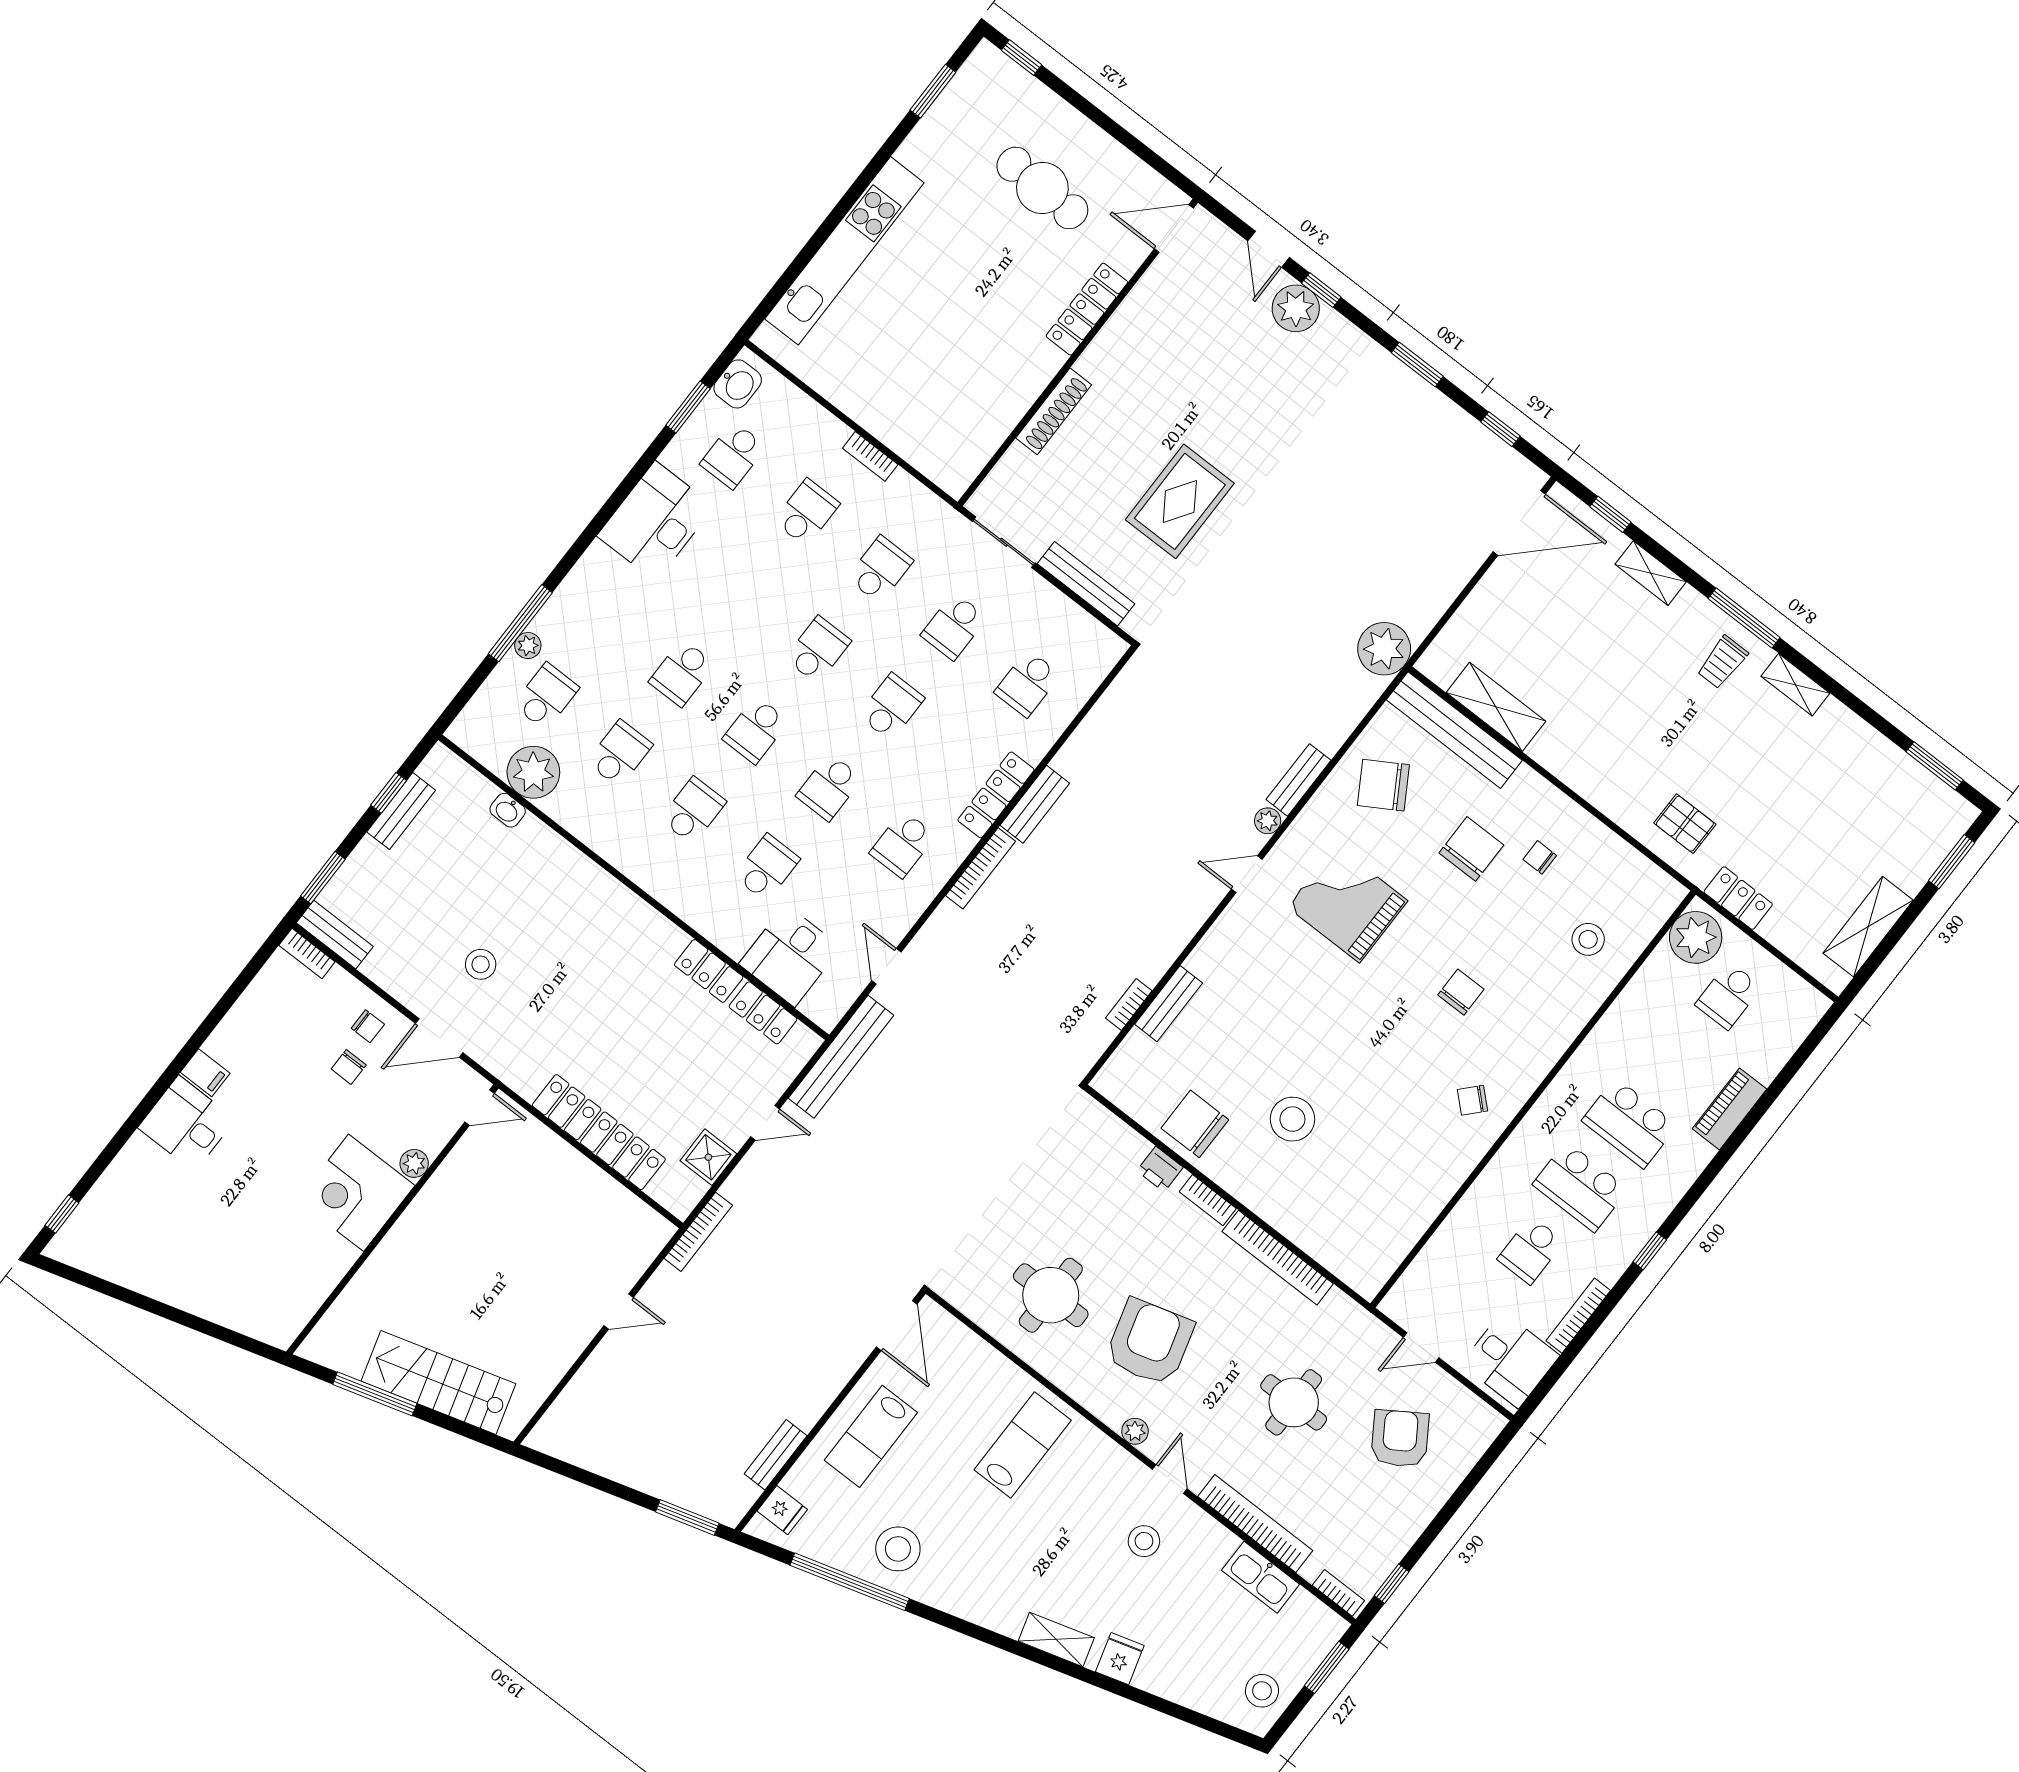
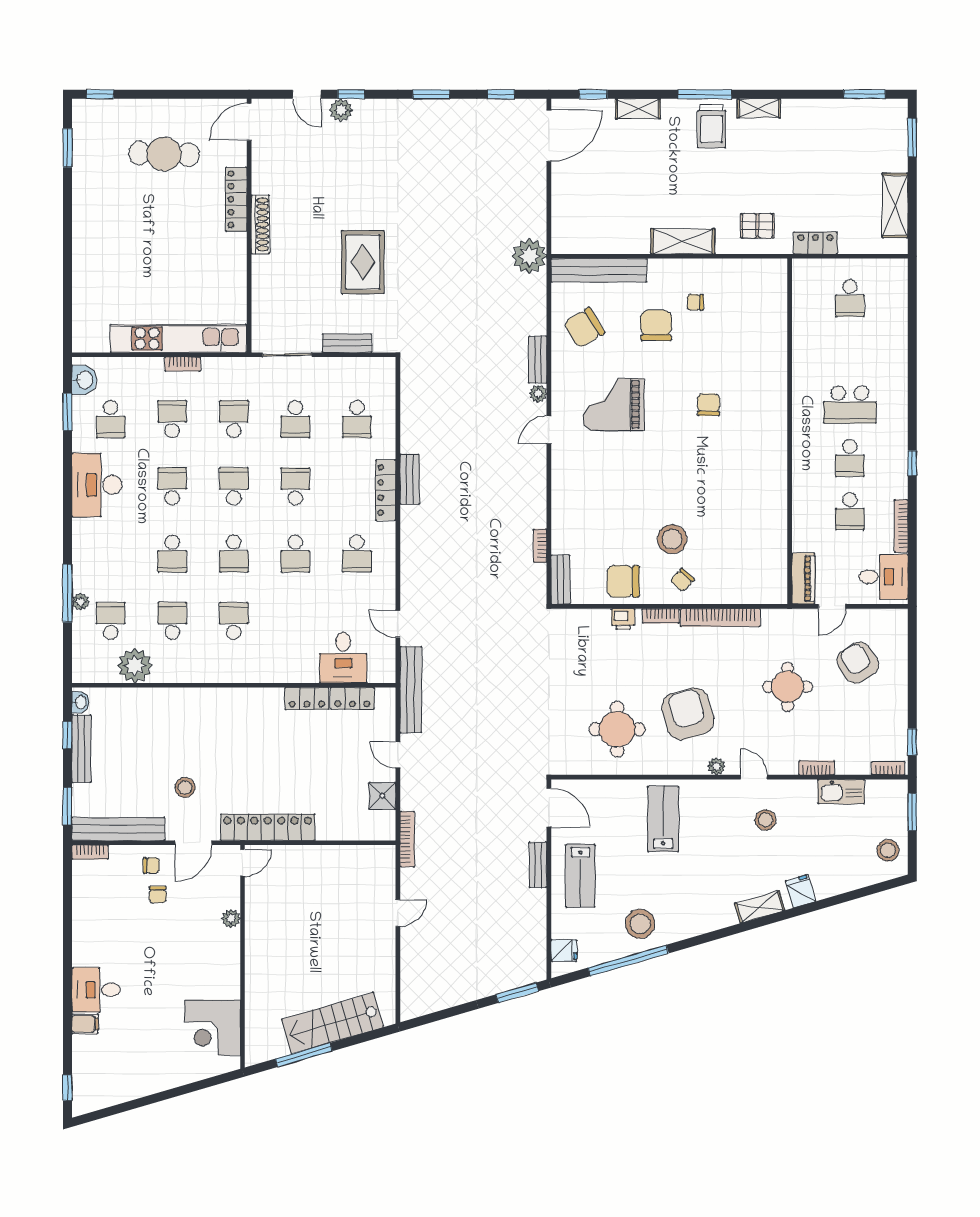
kitchen unit: (844, 251) -> (178, 338), moved, turned -90
plant: (1296, 308) -> (341, 110), width x0.73, depth x0.73
shoe rack: (1054, 411) -> (260, 224), moved
bench: (1086, 584) -> (347, 343), width x0.73
trolley: (1722, 662) -> (712, 126), width x1.36, depth x1.39
shelving: (1496, 707) -> (683, 241), moved
washbasin: (508, 810) -> (80, 702), moved, turned -90
bench: (401, 811) -> (81, 749), width x1.36
school desk: (767, 868) -> (172, 486), moved
bookcase: (981, 868) -> (407, 535), removed
bench: (335, 935) -> (118, 829), width x1.86, depth x1.21
plant: (1696, 937) -> (809, 281), removed
stool: (1588, 939) -> (754, 325), removed
bench: (1169, 1004) -> (561, 580), moved
filing cabinet: (205, 1073) -> (85, 1024), moved
chair: (1473, 1100) -> (682, 580), moved
piano: (1730, 1109) -> (803, 579), moved, turned 180
door: (765, 1123) -> (398, 755), swing flipped
locker: (599, 1132) -> (268, 827), moved
school desk: (1580, 1187) -> (850, 458), width x0.54
corner desk: (356, 1193) -> (213, 1028), moved
bench: (776, 1455) -> (538, 865), moved
bookcase: (1255, 1523) -> (817, 768), width x0.43, depth x0.76

